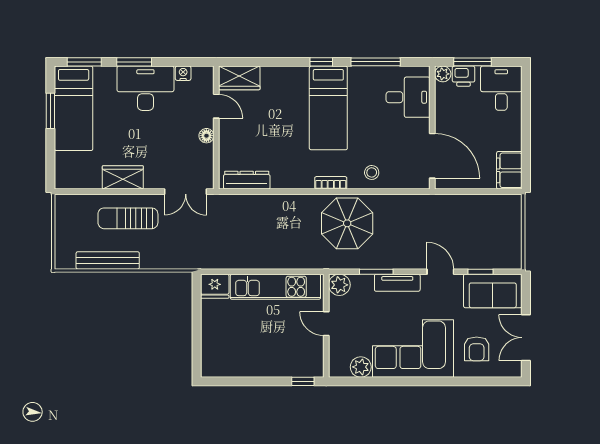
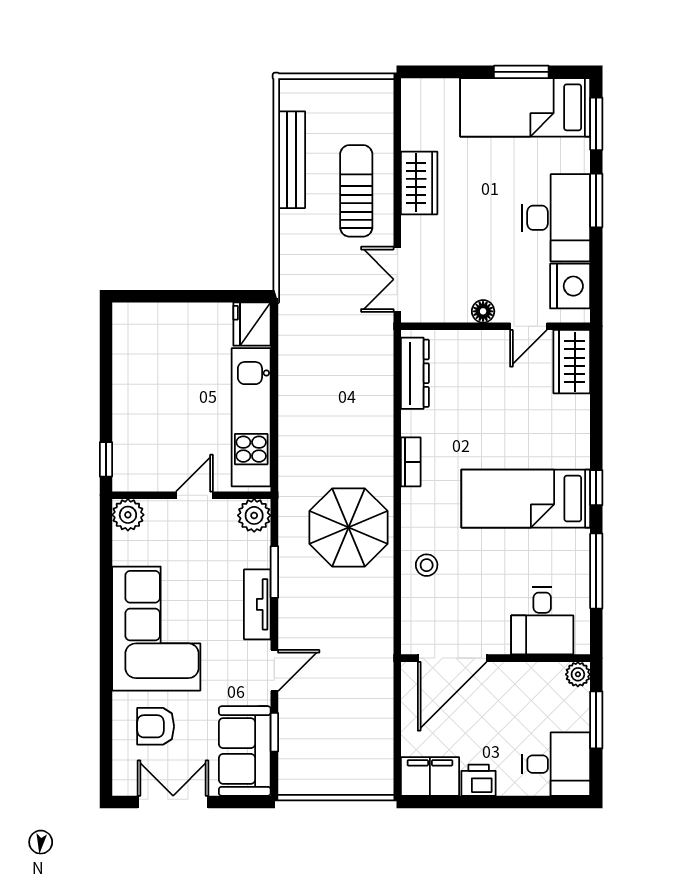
nightstand: (183, 73) -> (570, 286), width x1.89, depth x1.79
printer: (464, 76) -> (479, 780), moved, turned 90
bookcase: (331, 183) -> (411, 462), moved
plant: (361, 367) -> (128, 515), moved

